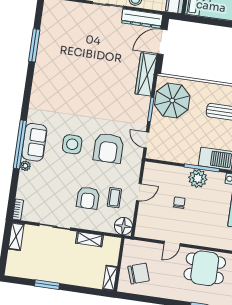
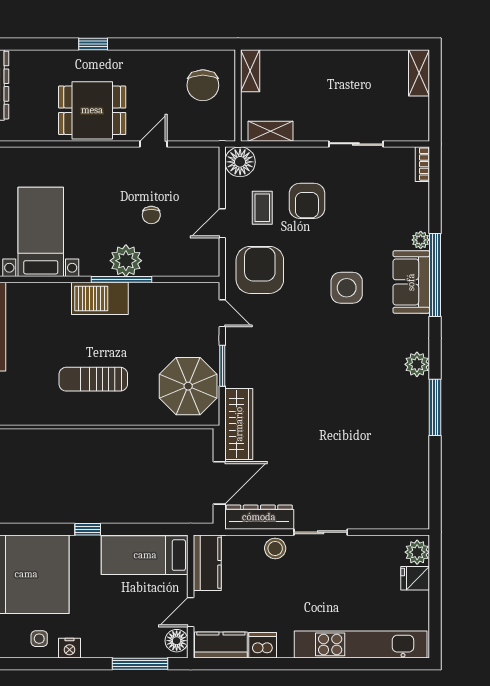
window: (34, 45) -> (435, 407), moved
plant: (38, 94) -> (417, 364), added
armchair: (108, 148) -> (260, 270), moved
armchair: (88, 198) -> (307, 201), turned 180
shelving: (16, 236) -> (419, 73), moved
shelving: (89, 239) -> (270, 131), moved
chair: (139, 274) -> (203, 85), turned -71
window: (47, 285) -> (355, 44), removed

